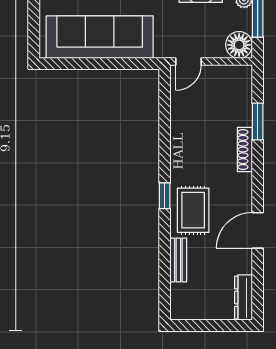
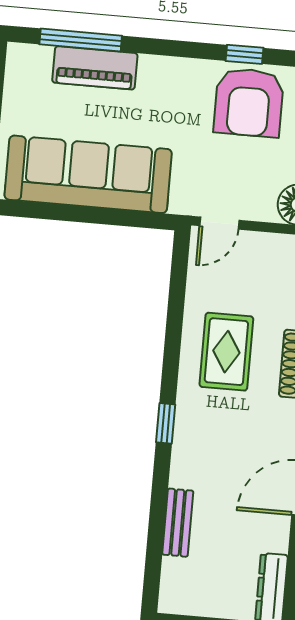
rug: (193, 210) -> (226, 352), moved

